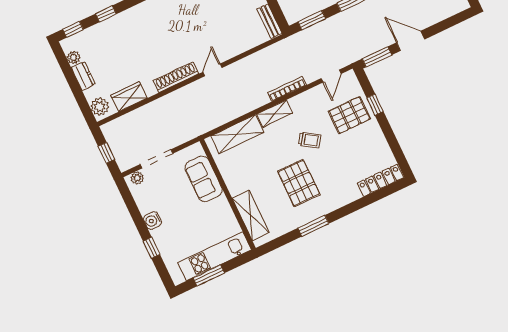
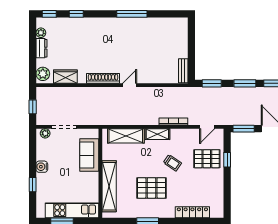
locker: (380, 180) -> (192, 212), moved
pallet: (299, 183) -> (151, 188), turned 90
shelving: (251, 215) -> (109, 186), width x1.47

